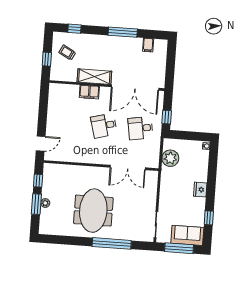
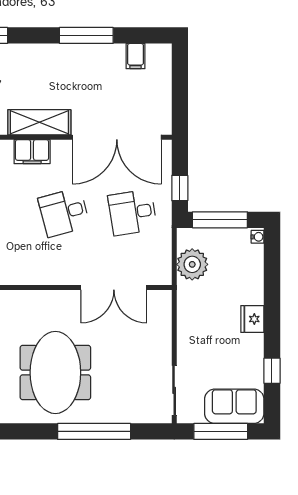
window: (187, 135) -> (220, 220), added

